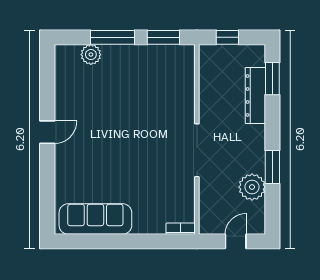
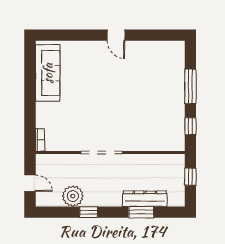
window: (163, 37) -> (190, 126), width x0.67
plant: (91, 55) -> (177, 69), removed
window: (272, 79) -> (141, 212), moved
window: (272, 167) -> (89, 212), width x0.67

